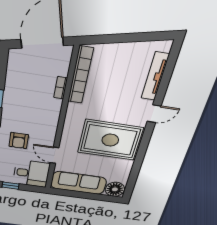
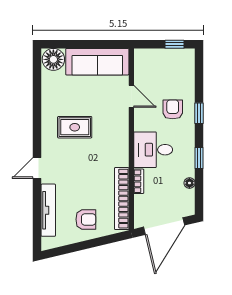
armchair: (121, 62) -> (86, 219), added
floor lamp: (11, 78) -> (189, 183), added
rug: (110, 140) -> (75, 127), width x0.54, depth x0.49
desk: (31, 174) -> (153, 150), moved

